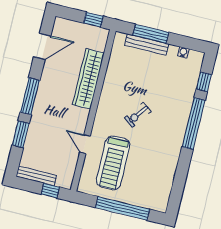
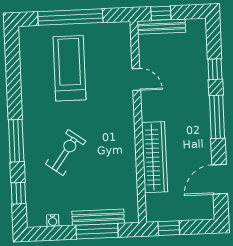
exercise bike: (138, 115) -> (66, 152), moved, width x1.38, depth x1.39
window: (194, 124) -> (16, 141), width x0.68
window: (21, 134) -> (215, 69), width x0.67
treadmill: (113, 163) -> (69, 68), moved
bench: (36, 176) -> (161, 27), moved

